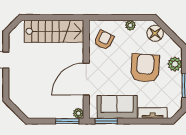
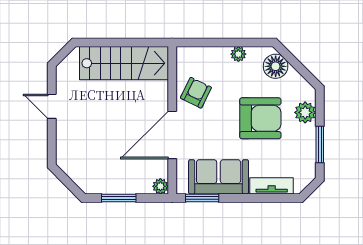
armchair: (104, 40) -> (196, 93), moved
armchair: (145, 68) -> (260, 118), turned 86
window: (67, 121) -> (119, 198), moved

